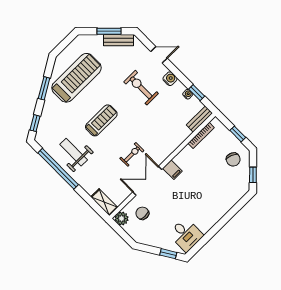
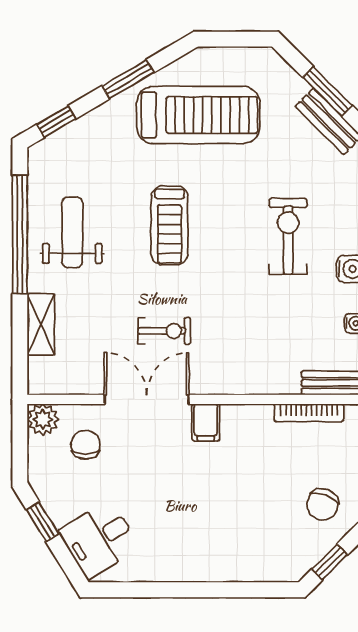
treadmill: (101, 120) -> (170, 225), turned 90
shelving: (104, 202) -> (41, 324), moved
desk: (186, 235) -> (99, 539), moved, turned 58
window: (168, 254) -> (43, 522), moved

